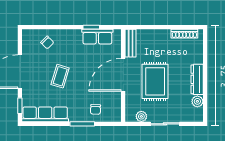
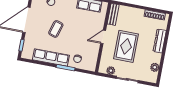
door: (123, 75) -> (103, 37), width x0.53
dresser: (197, 79) -> (160, 41), moved
row of seats: (45, 114) -> (51, 58), moved

